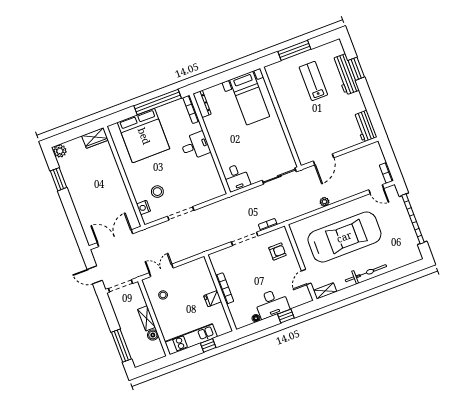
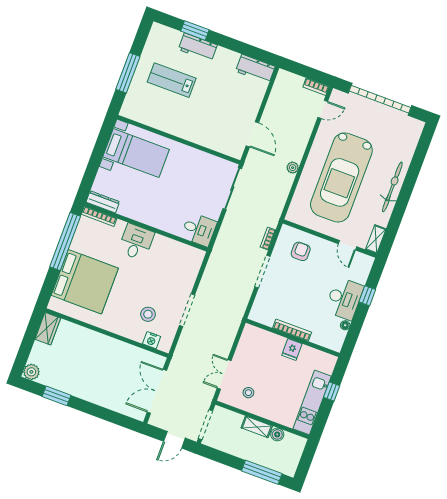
workbench: (346, 74) -> (198, 47), width x0.73
car: (344, 237) -> (341, 177), turned 180

